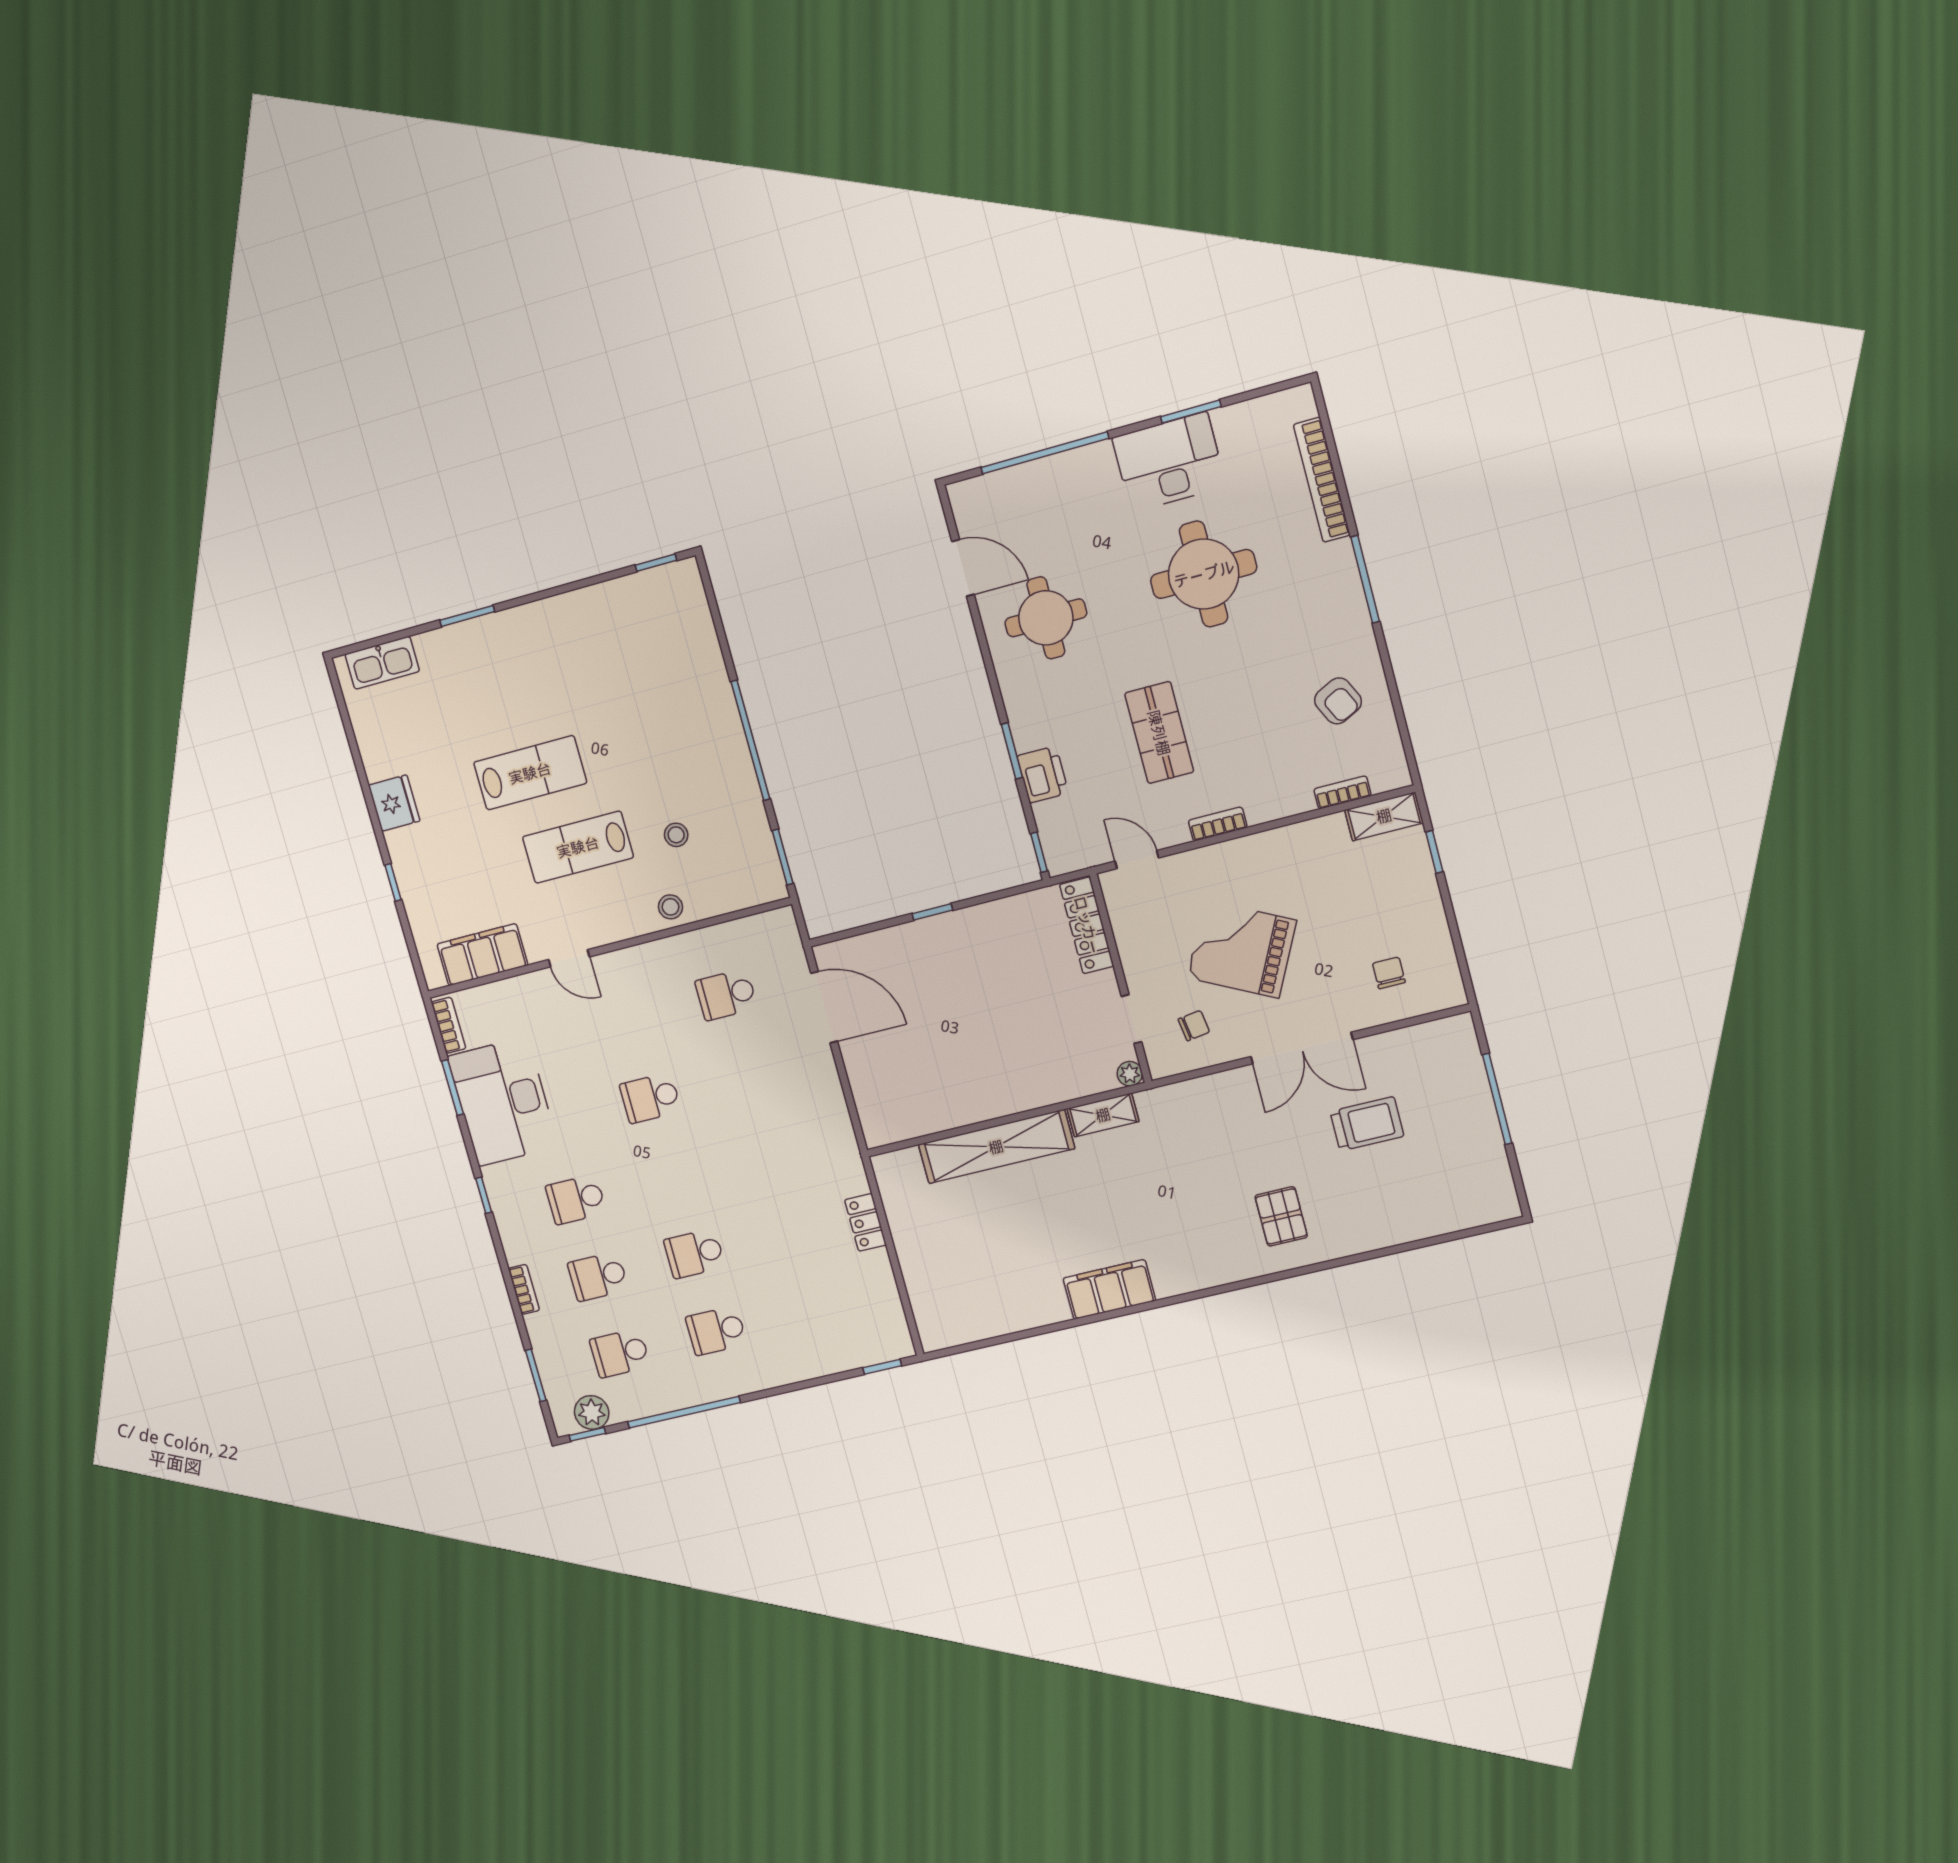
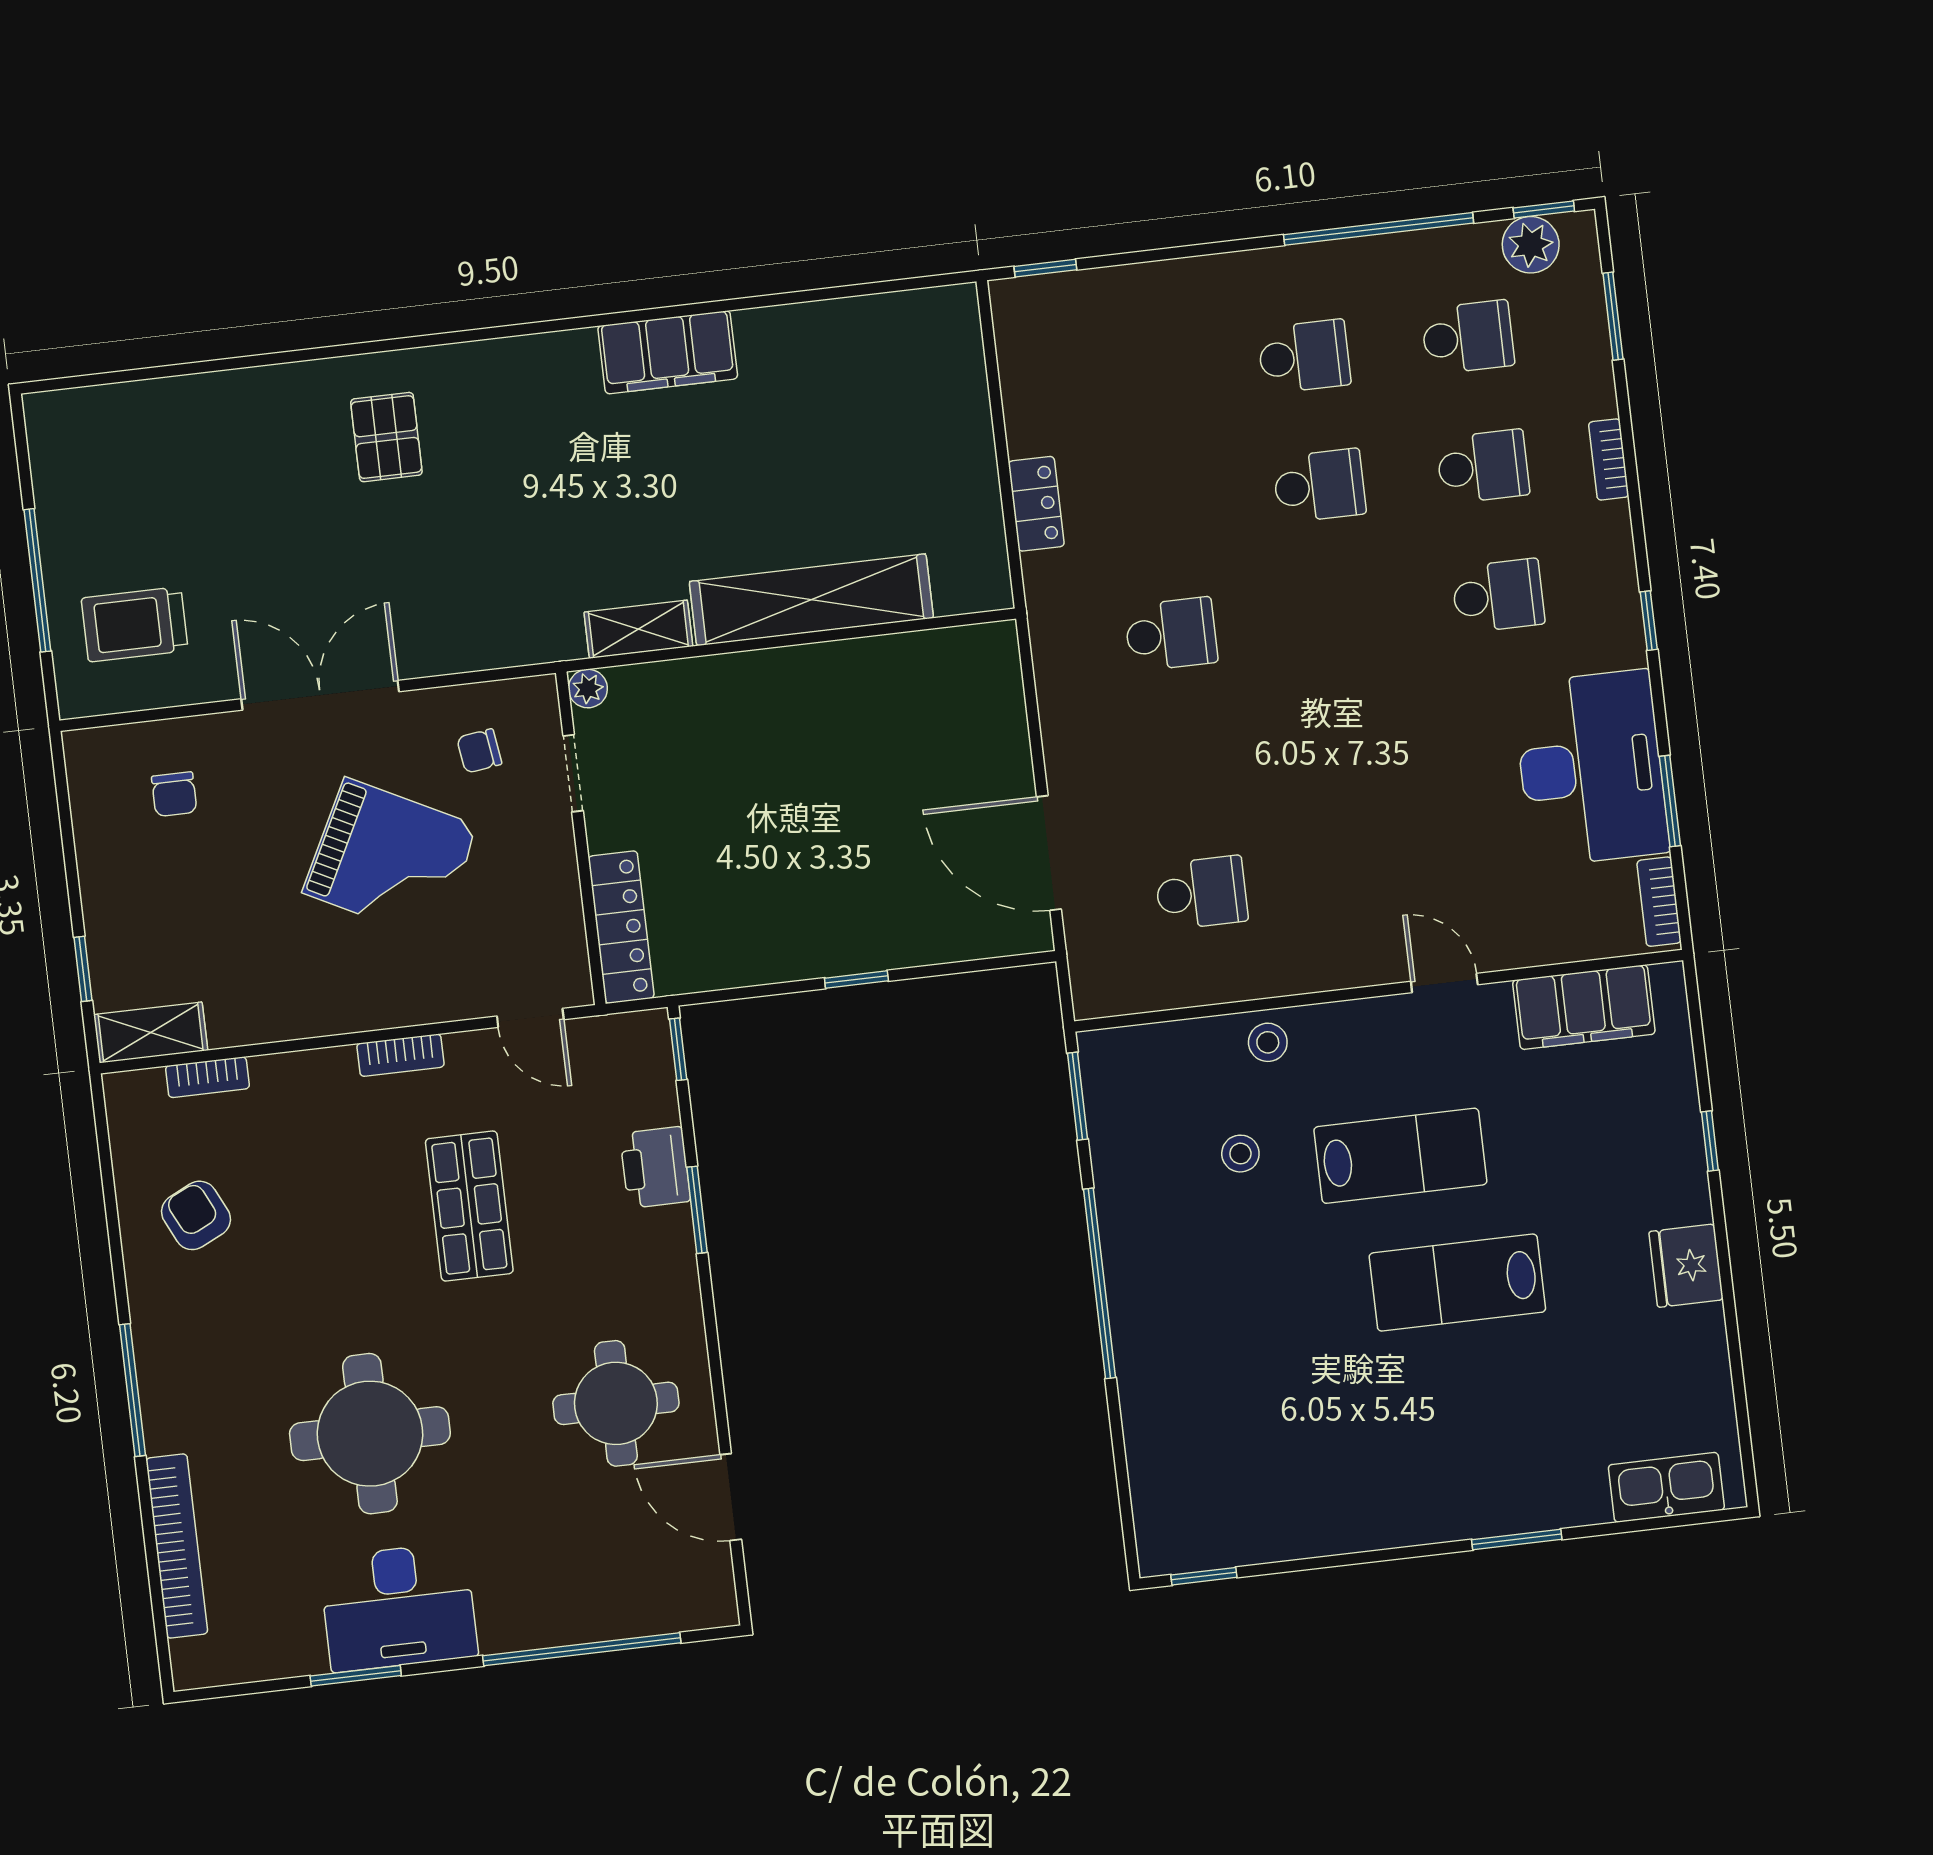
school desk: (650, 1098) -> (1171, 634), moved
trolley: (1367, 1124) -> (135, 624), moved

